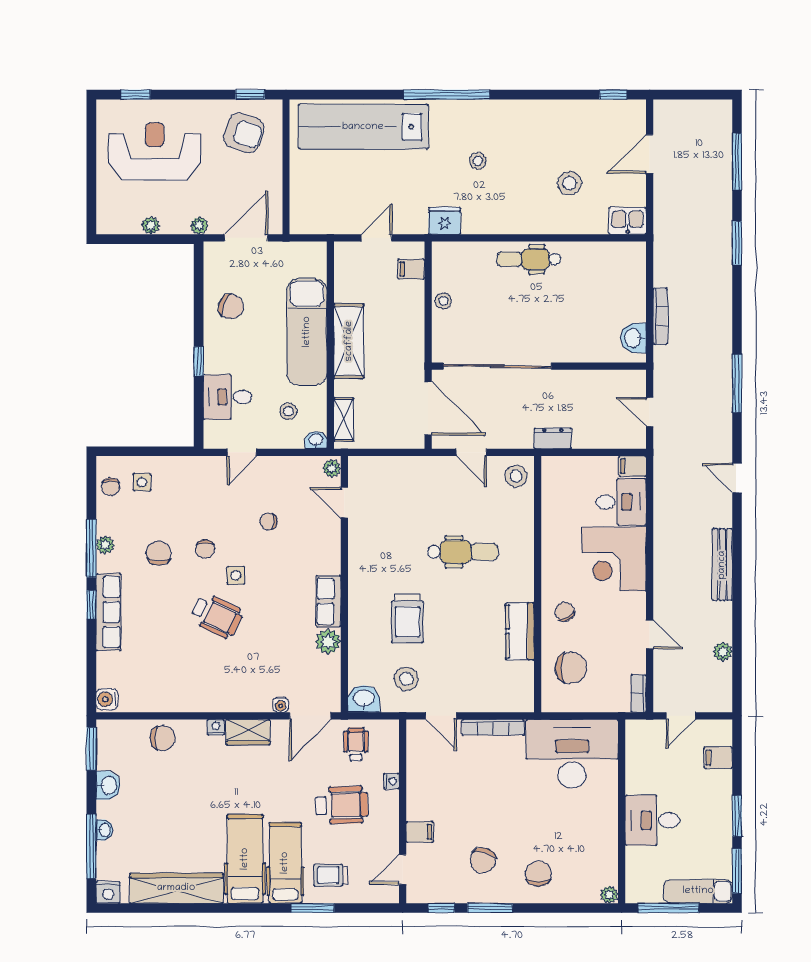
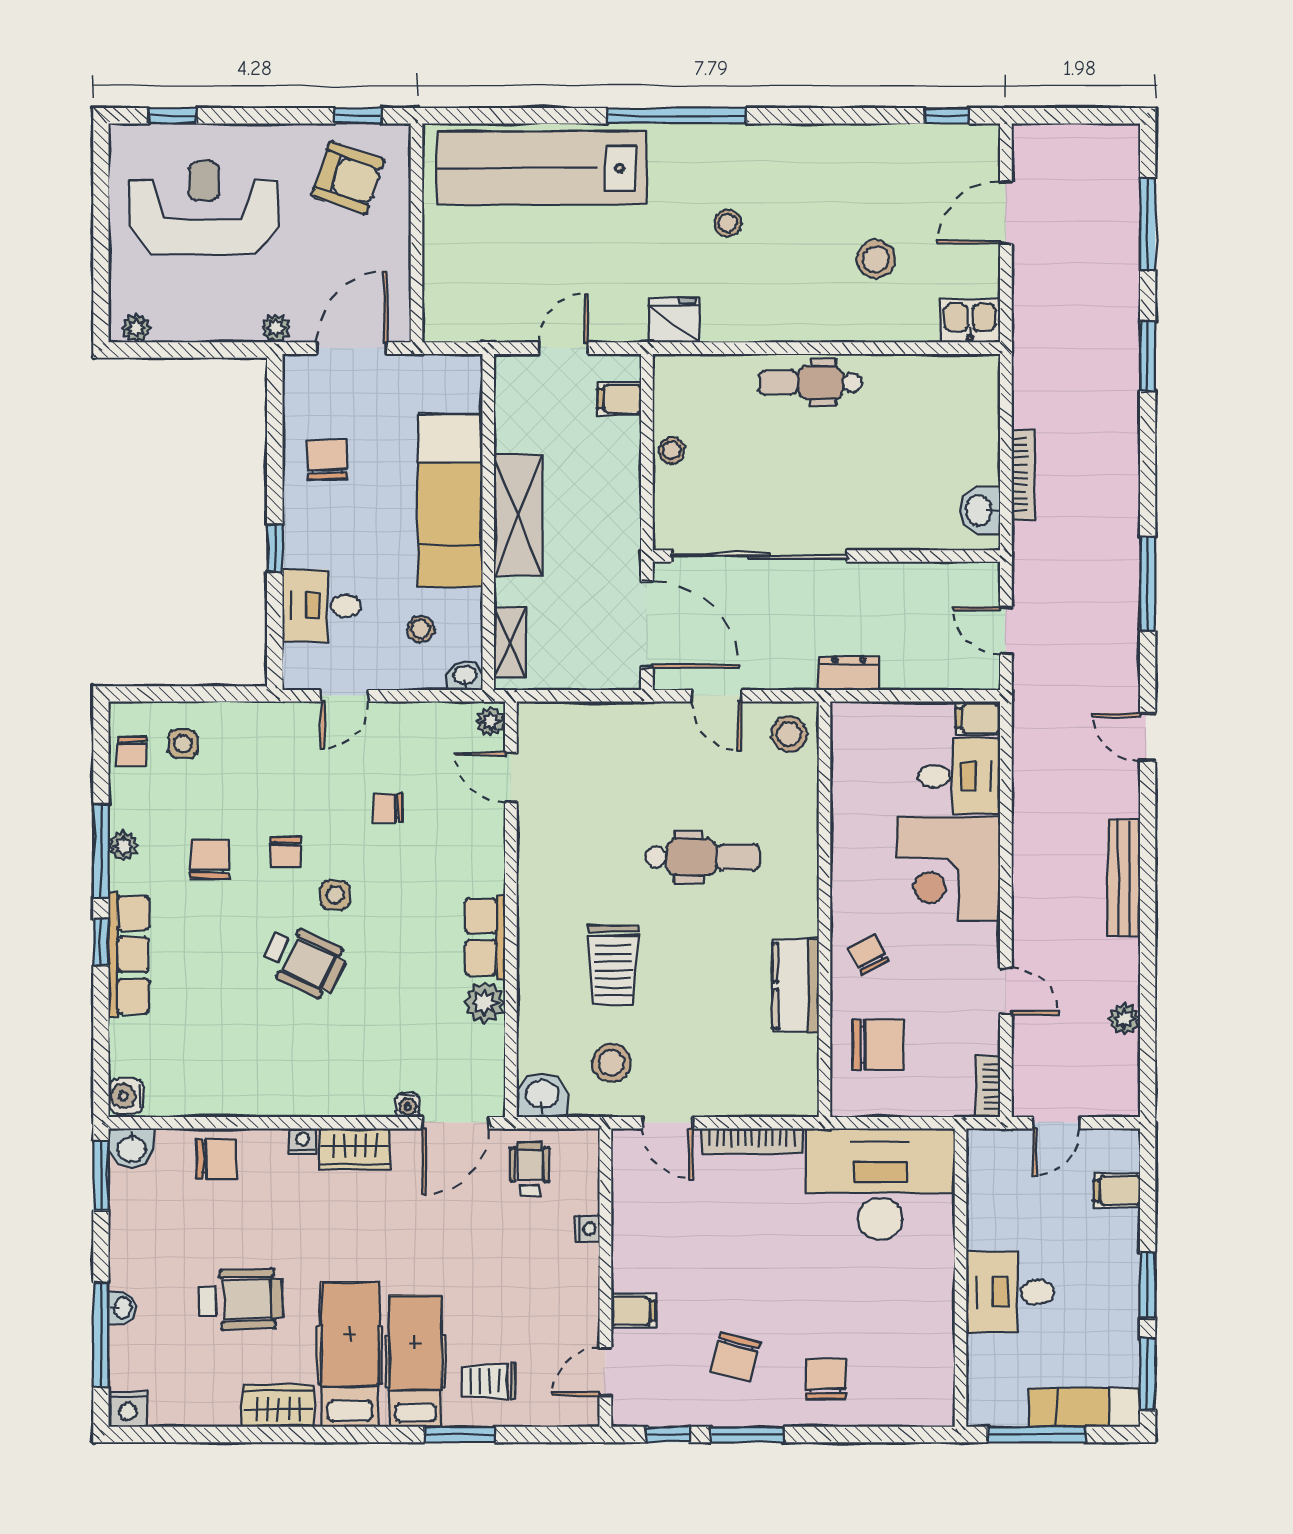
plant: (151, 225) -> (136, 328), moved
chair: (231, 307) -> (327, 459), turned -114
washbasin: (108, 785) -> (132, 1148), moved, turned 90
wheelchair: (342, 805) -> (241, 1300), moved
wardrobe: (176, 888) -> (278, 1406), width x0.48, depth x0.85
plant: (609, 895) -> (940, 1413), removed

